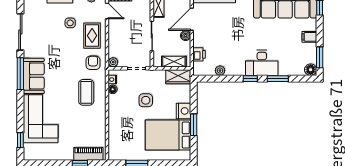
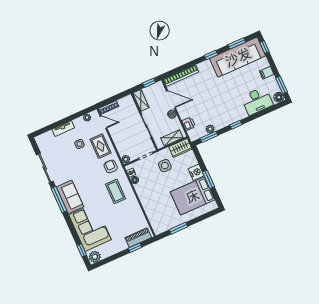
door: (192, 19) -> (171, 99), swing flipped
desk: (262, 63) -> (257, 101), moved
window: (278, 79) -> (209, 137), moved
side table: (146, 100) -> (165, 166), moved
plant: (31, 153) -> (95, 257), added

